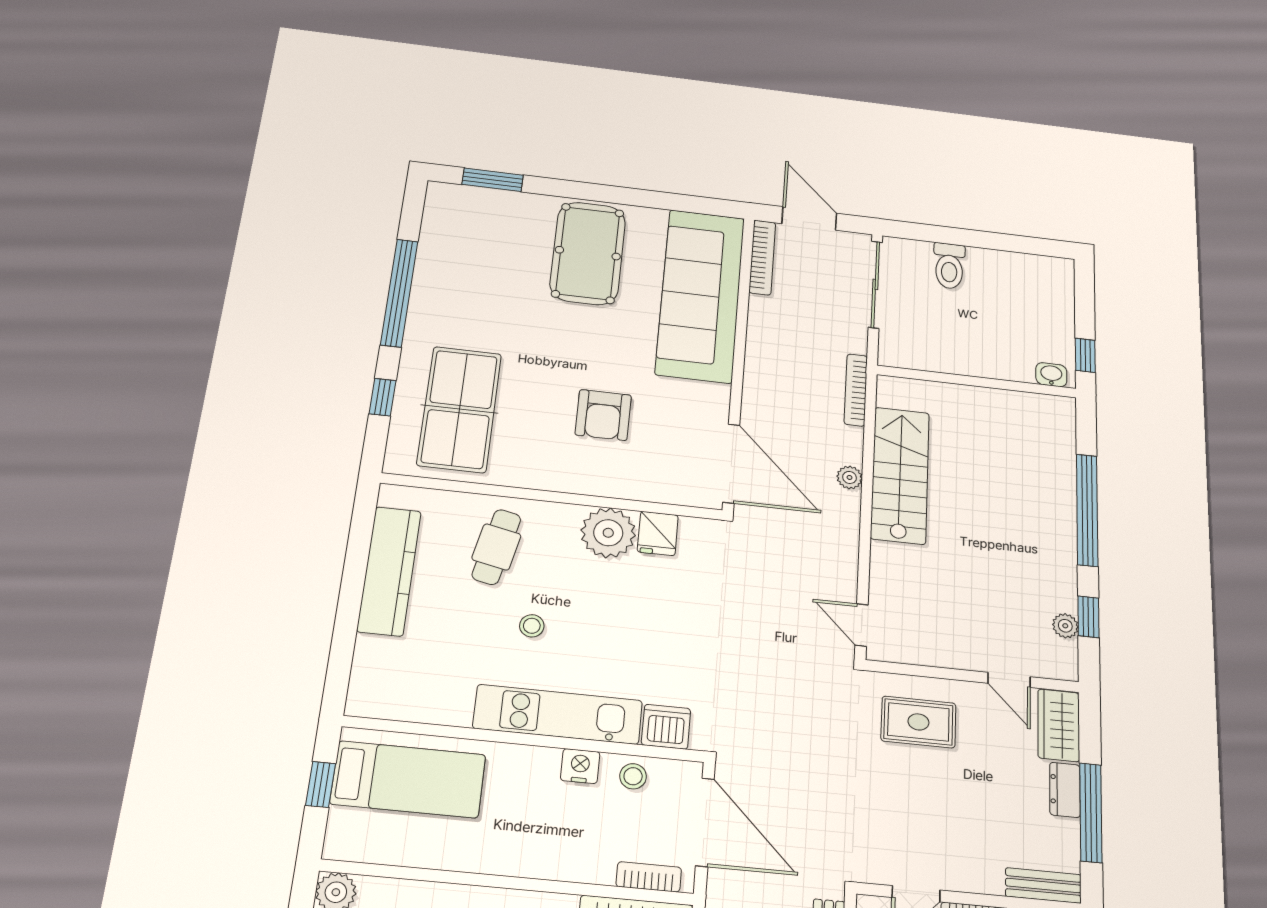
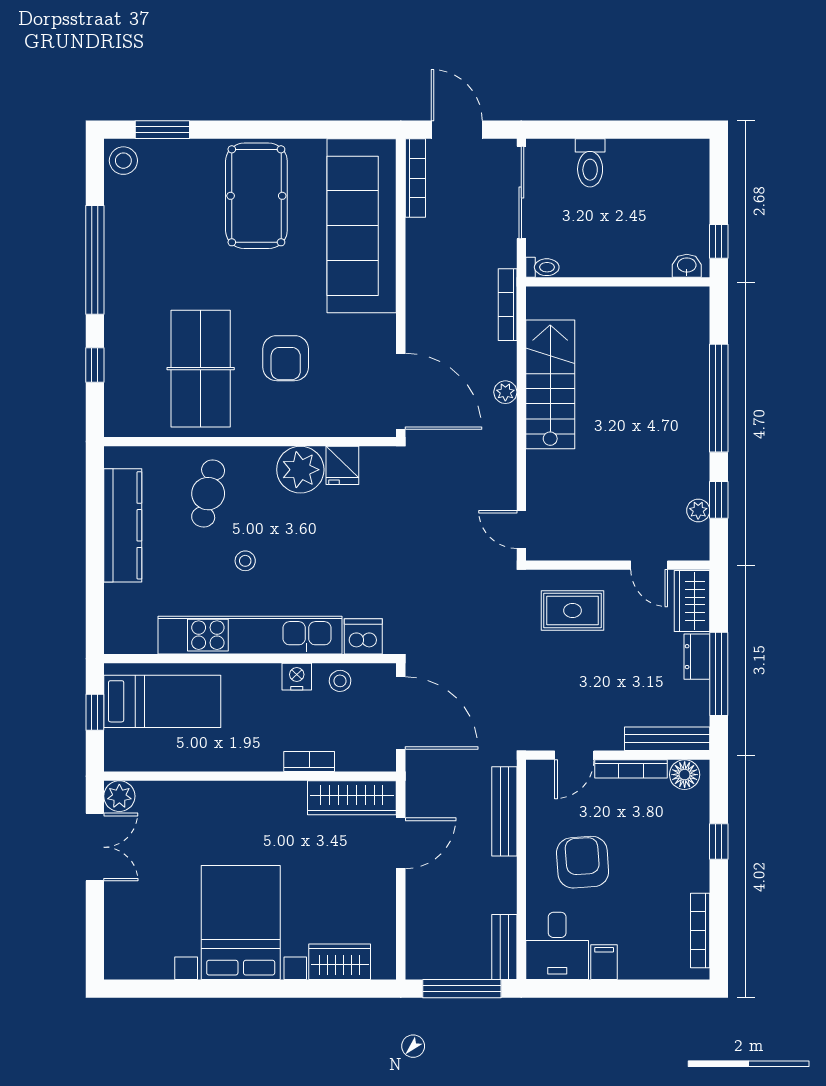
stool: (446, 203) -> (123, 161), added
toilet: (895, 358) -> (542, 267), added
table tennis table: (459, 409) -> (201, 369), moved
kitchen unit: (558, 714) -> (250, 635), width x1.36
bookcase: (649, 877) -> (309, 762), moved
bench: (1043, 886) -> (667, 739), width x1.36

